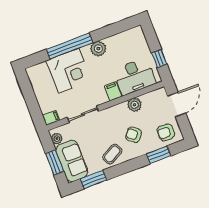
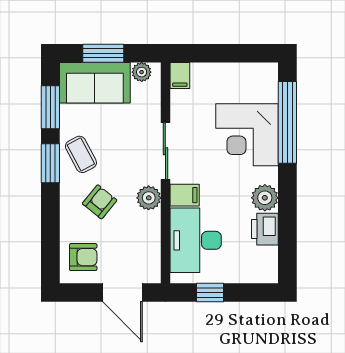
printer: (115, 42) -> (265, 229), added
window: (70, 46) -> (287, 122), moved
plant: (135, 105) -> (149, 198), moved
sliding door: (83, 114) -> (165, 151), moved
armchair: (166, 132) -> (83, 257), turned 90
window: (159, 155) -> (50, 163), moved

